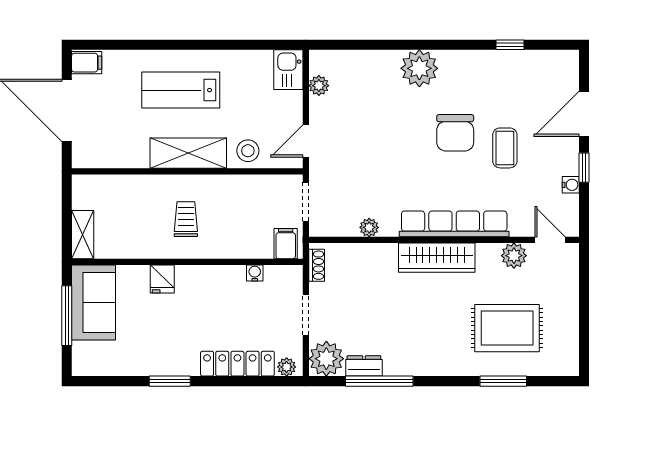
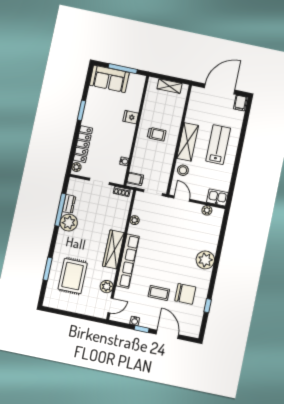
chair: (455, 133) -> (185, 294), moved, turned 180
shelving: (83, 235) -> (169, 86), moved
sofa: (93, 302) -> (109, 79), moved
plant: (326, 359) -> (69, 223), moved

